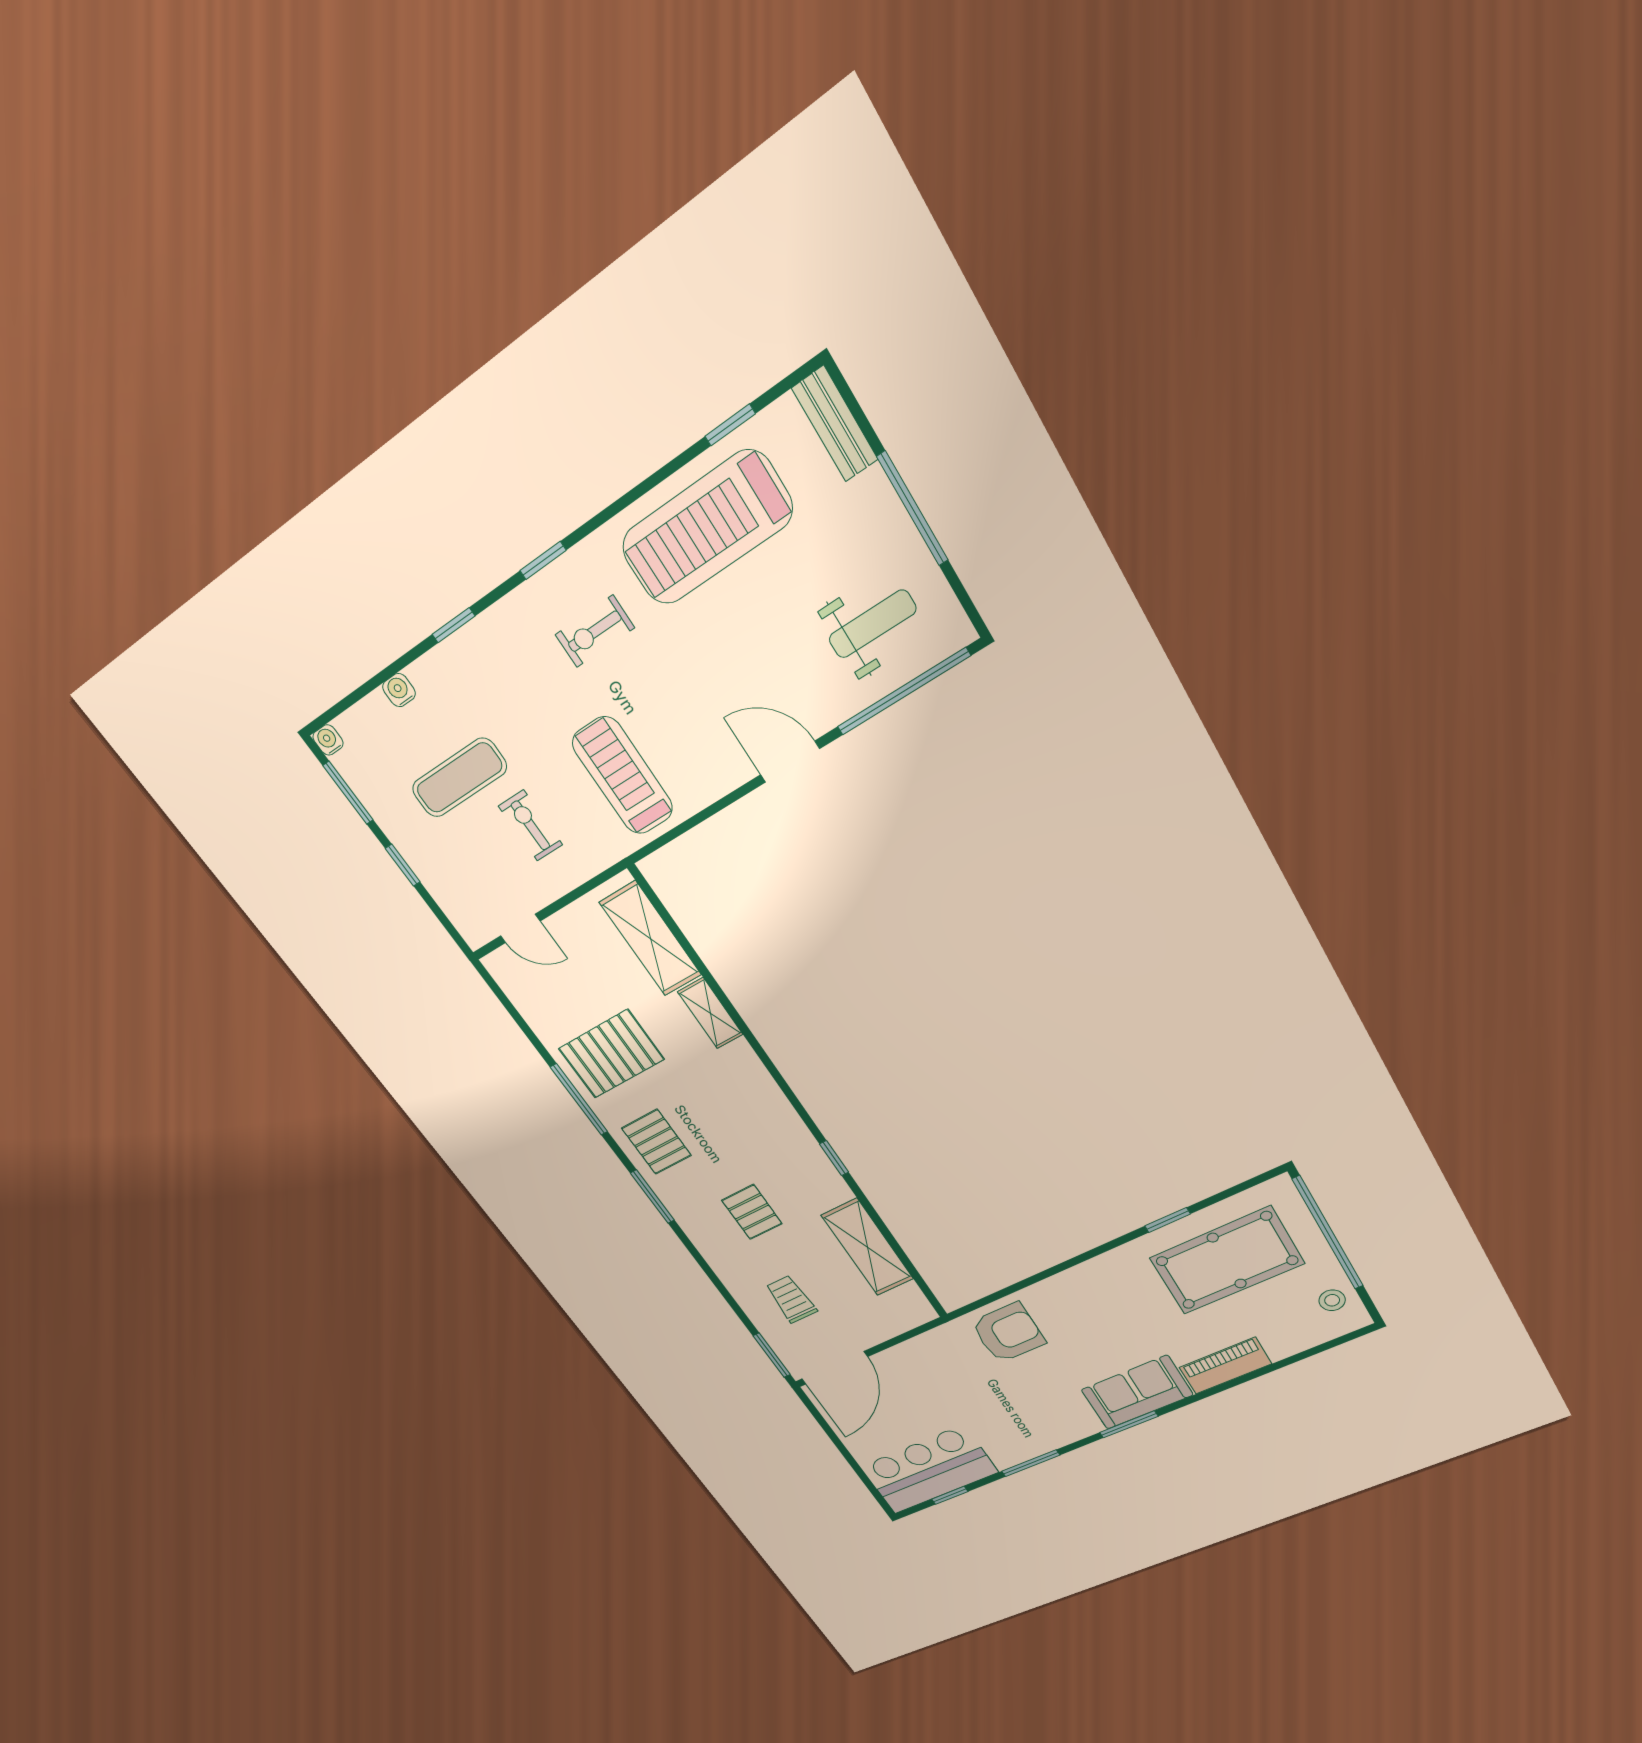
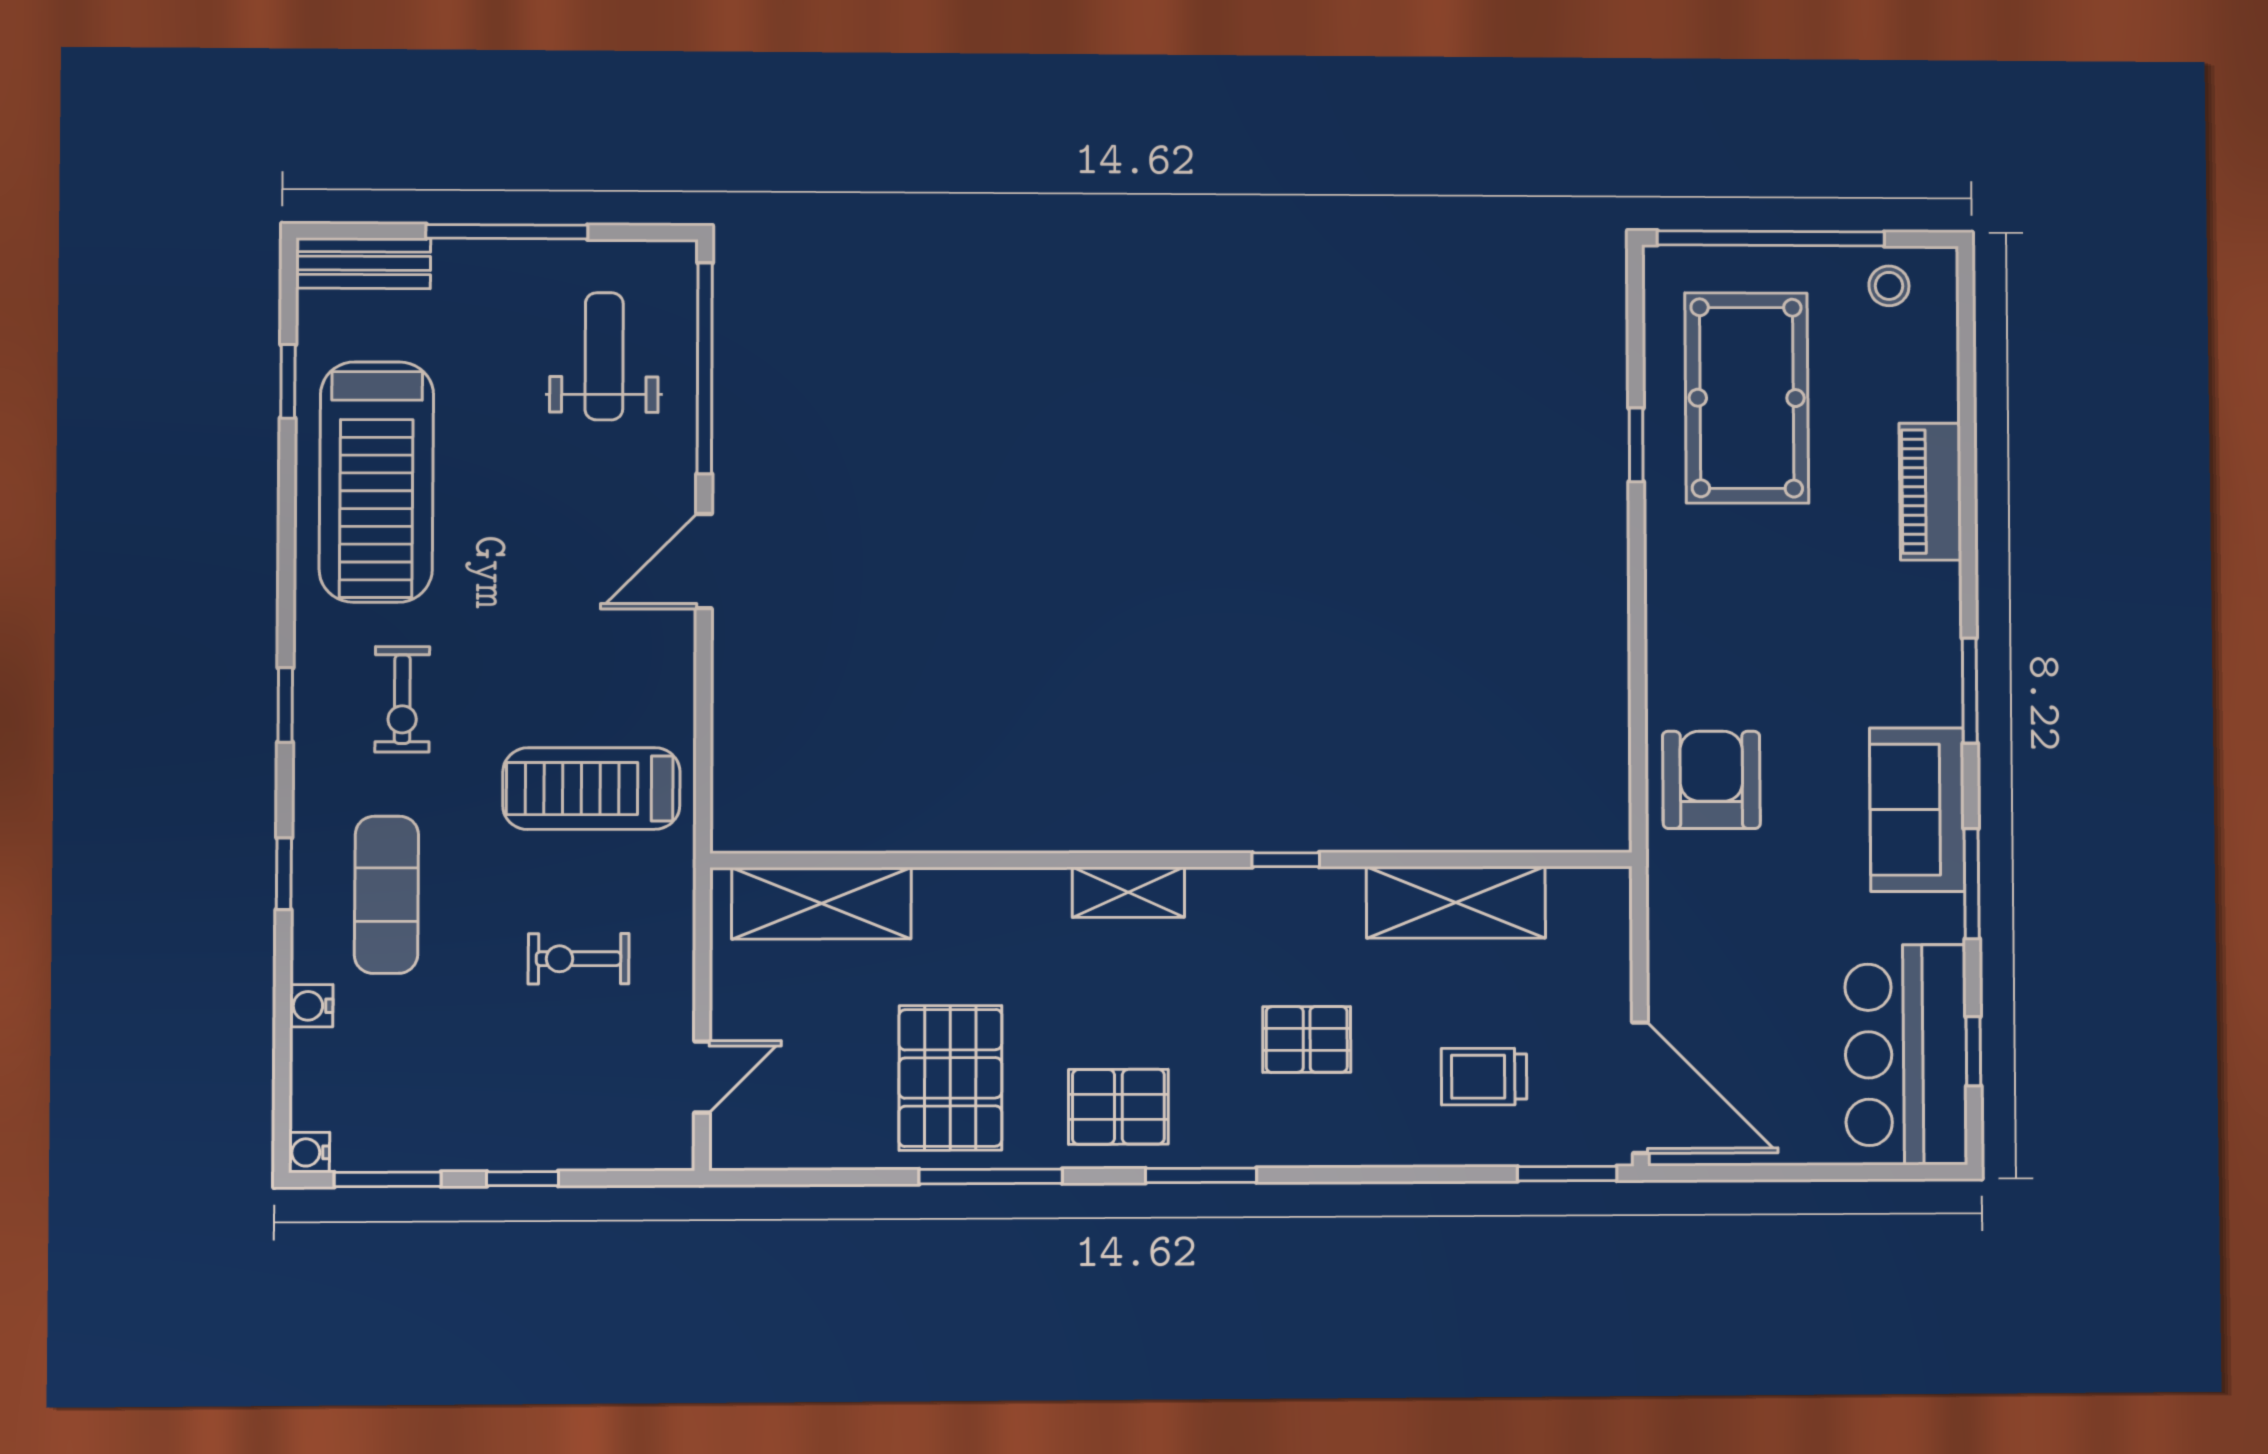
exercise mat: (459, 778) -> (386, 895), moved
shelving: (710, 1013) -> (1128, 892), moved
sofa: (1137, 1392) -> (1917, 810), moved

